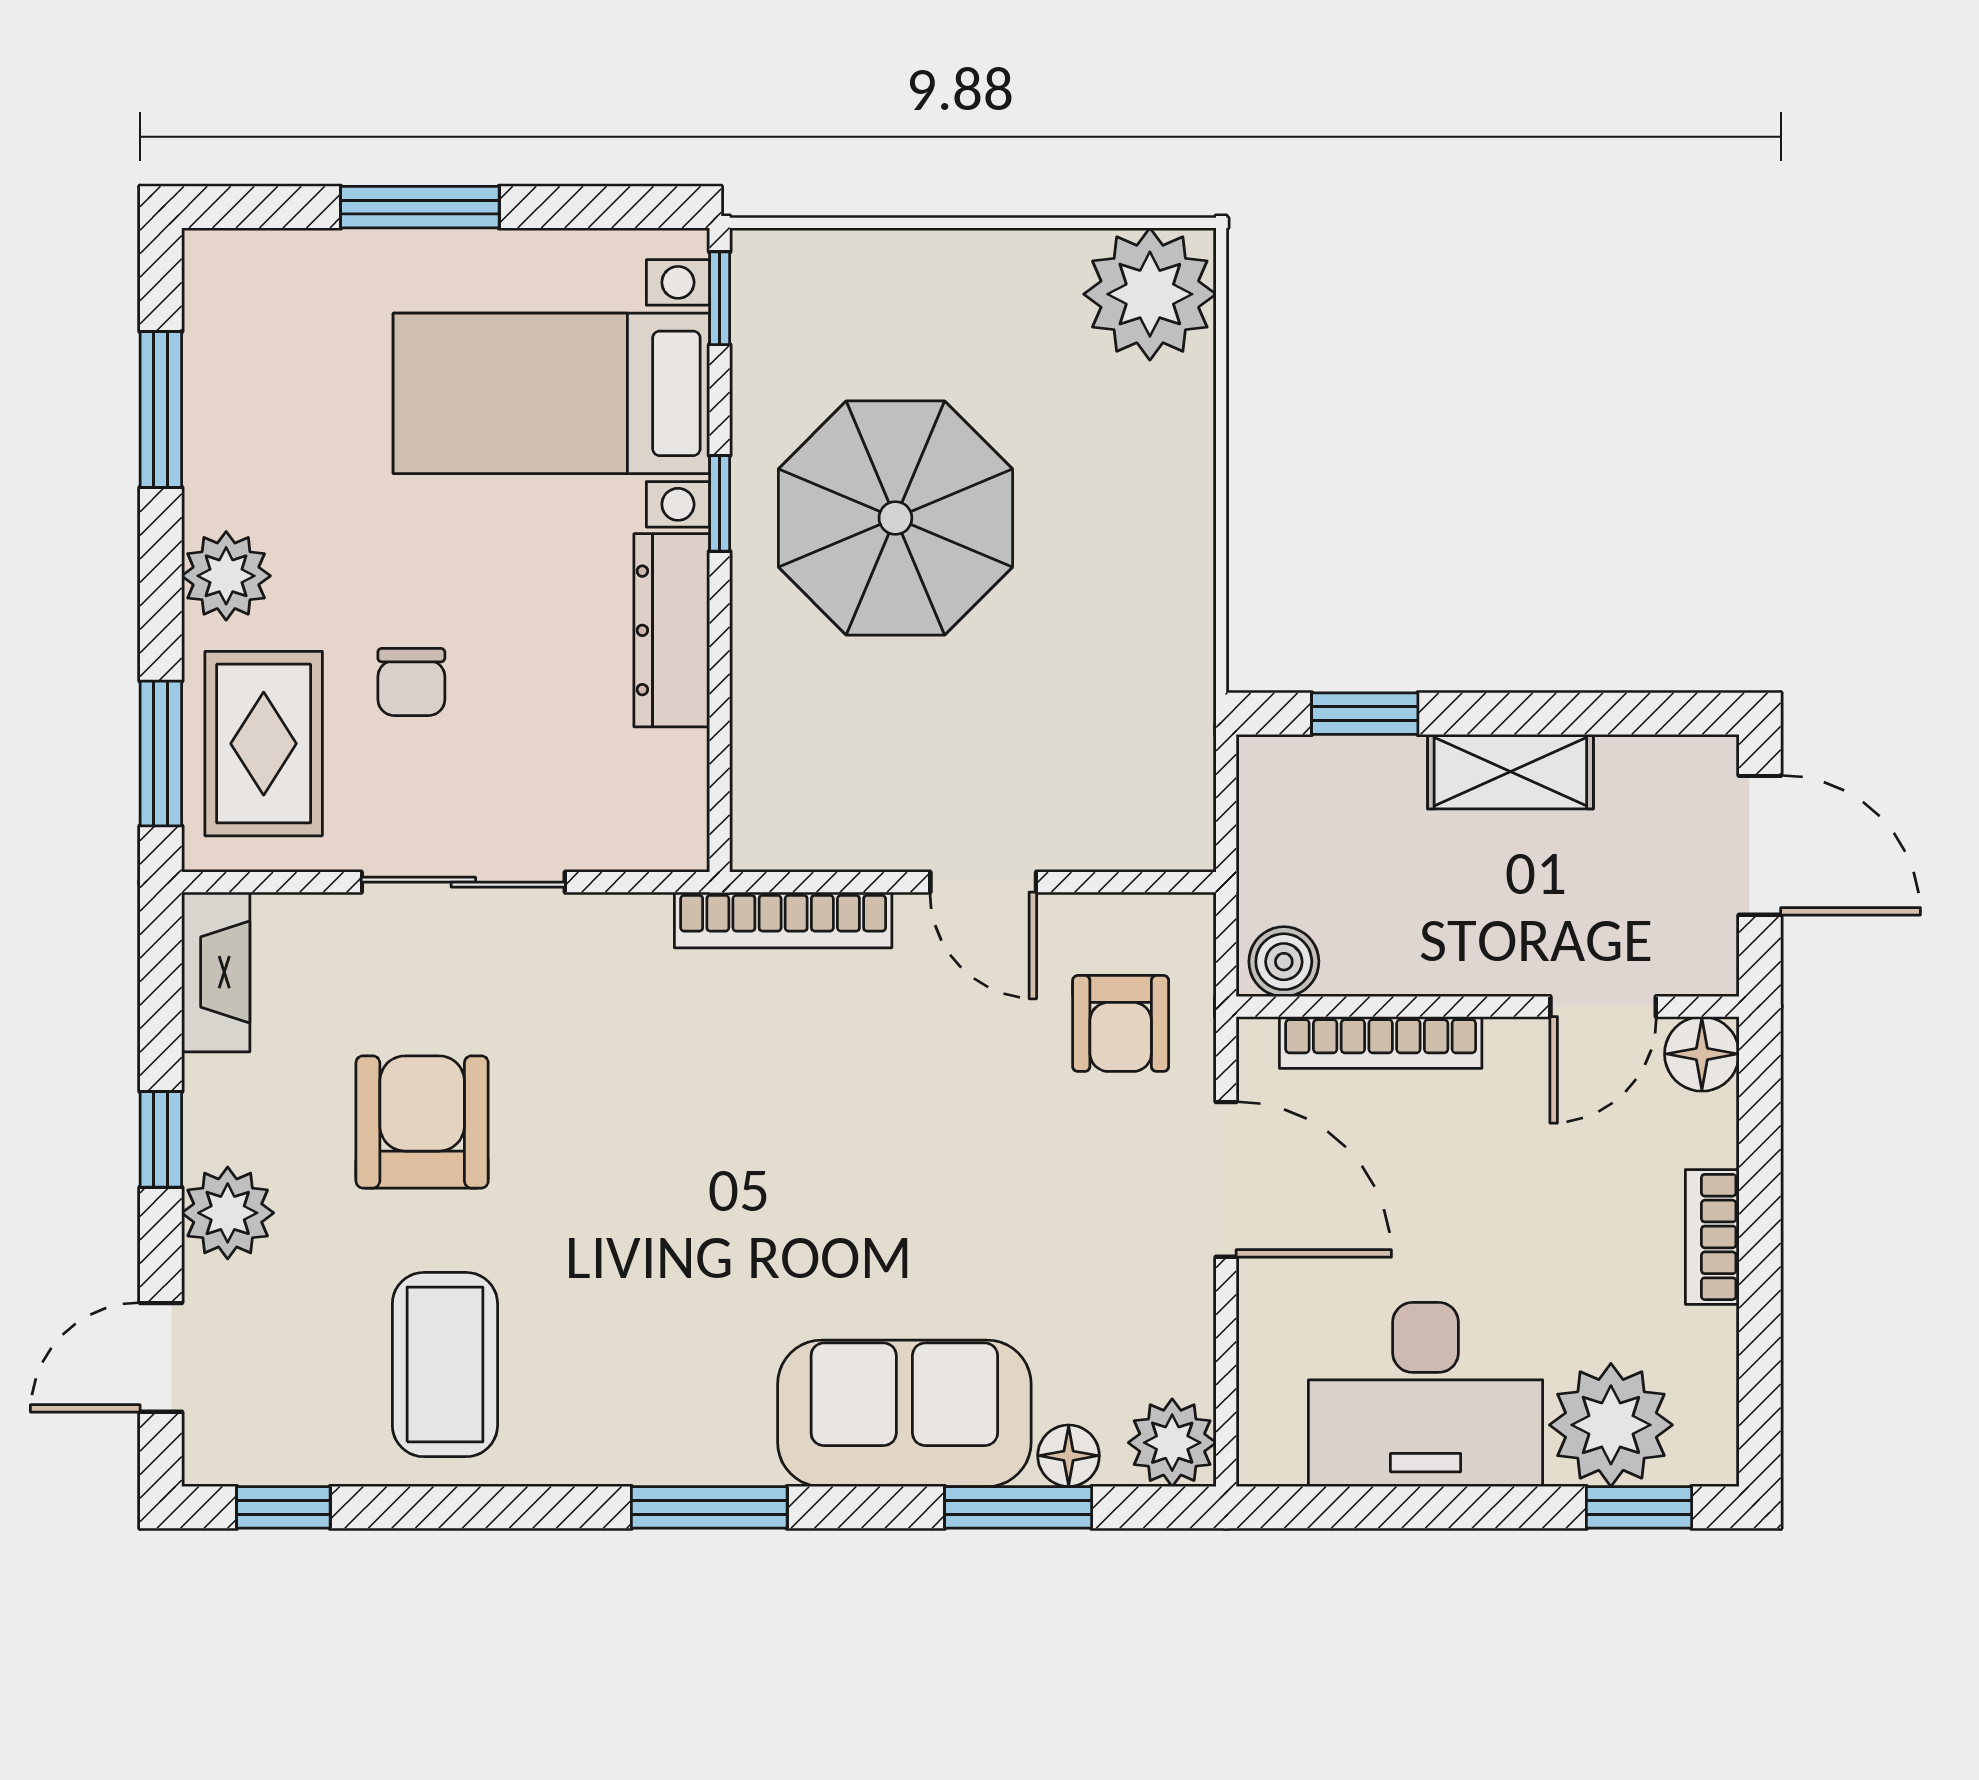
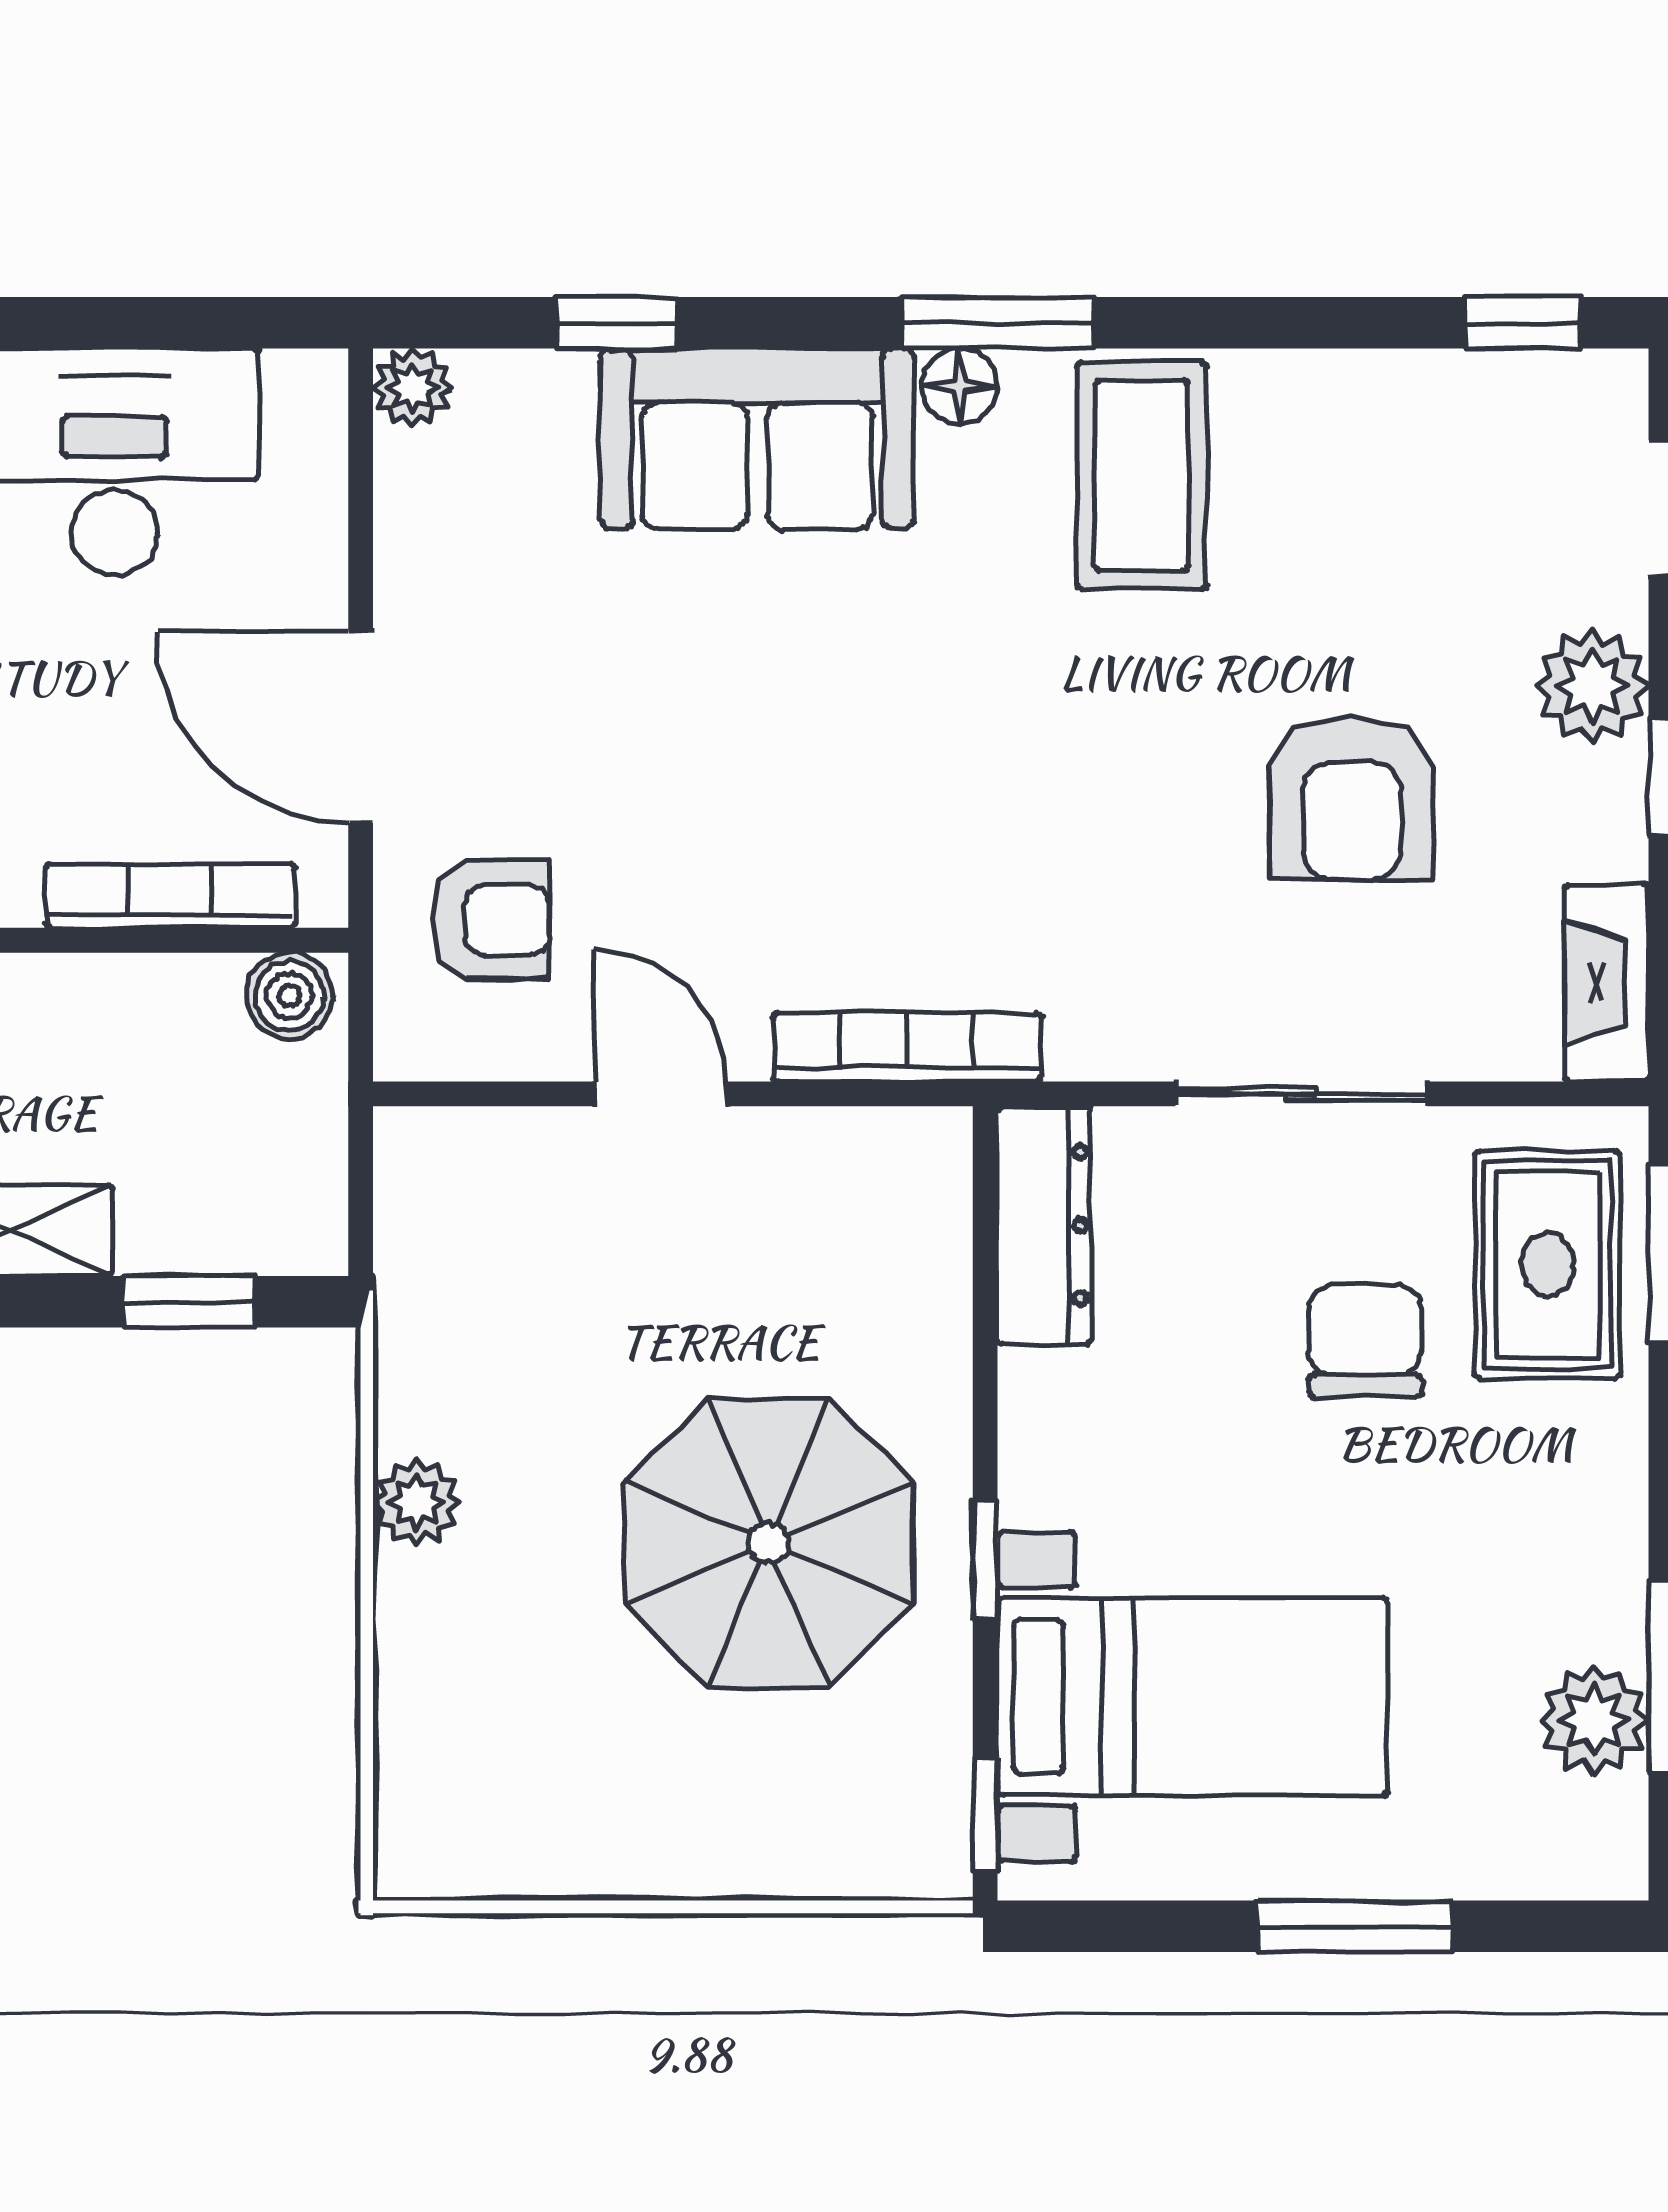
plant: (1150, 294) -> (416, 1503), moved, width x0.53, depth x0.53
plant: (226, 576) -> (1594, 1720), moved
dresser: (672, 630) -> (1044, 1225), moved
chair: (411, 682) -> (1365, 1341), width x1.37, depth x1.37
armchair: (1121, 1023) -> (491, 920), turned 90
coffee table: (445, 1365) -> (1141, 475), moved
plant: (1172, 1443) -> (412, 388), width x0.73, depth x0.73
floor lamp: (1069, 1456) -> (960, 386), moved
window: (1018, 1507) -> (617, 323), width x0.67

